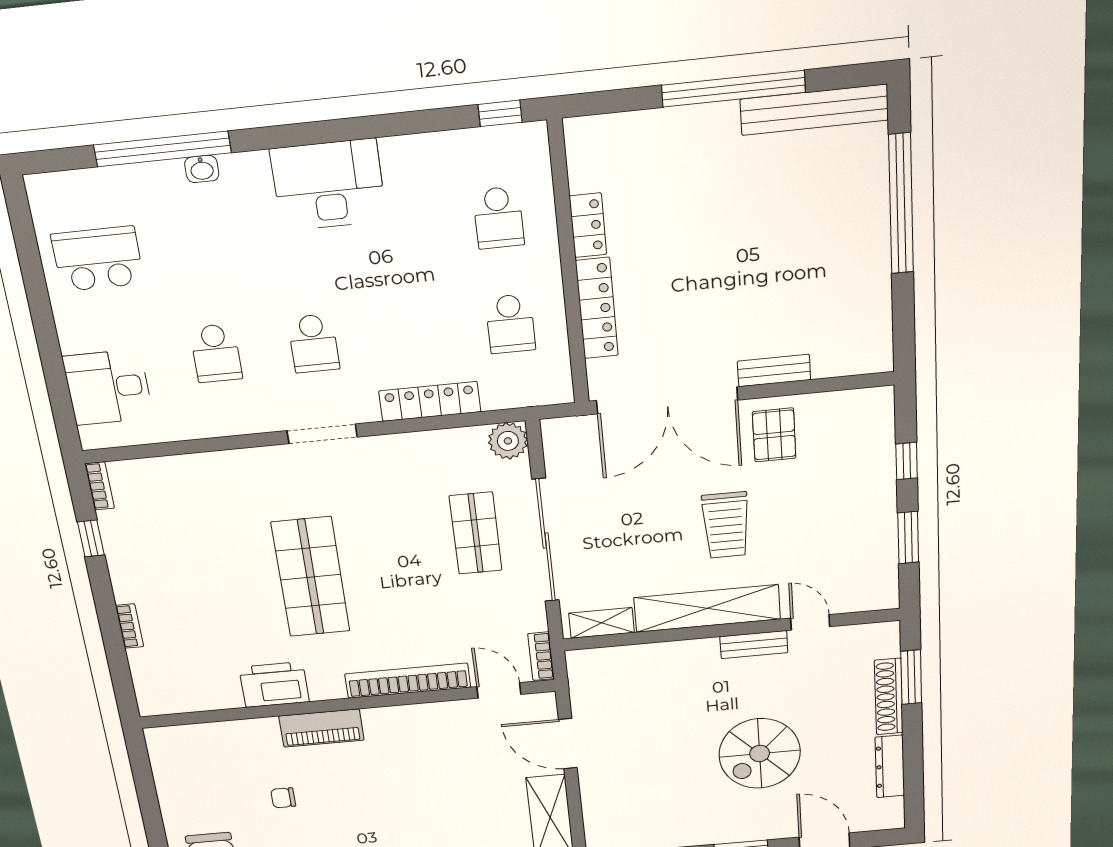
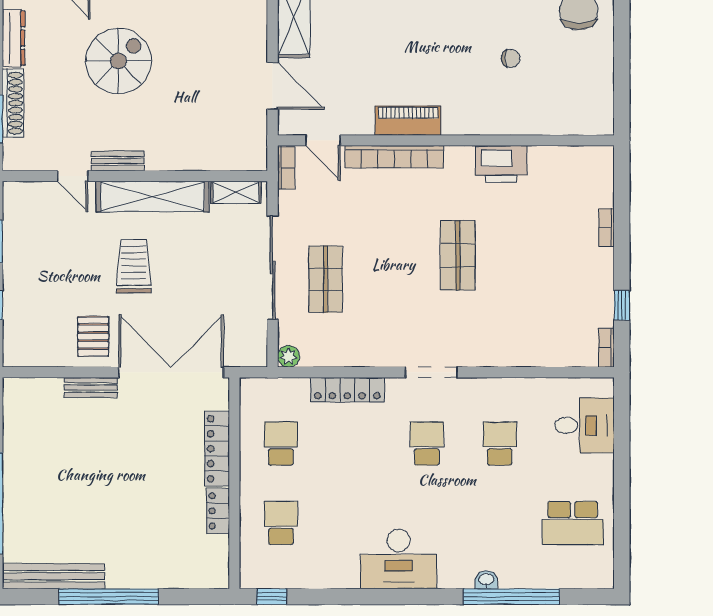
plant: (508, 441) -> (289, 356), width x0.73, depth x0.73
shop shelf: (311, 577) -> (458, 255), width x0.70, depth x0.74
piano: (321, 728) -> (408, 121), moved

